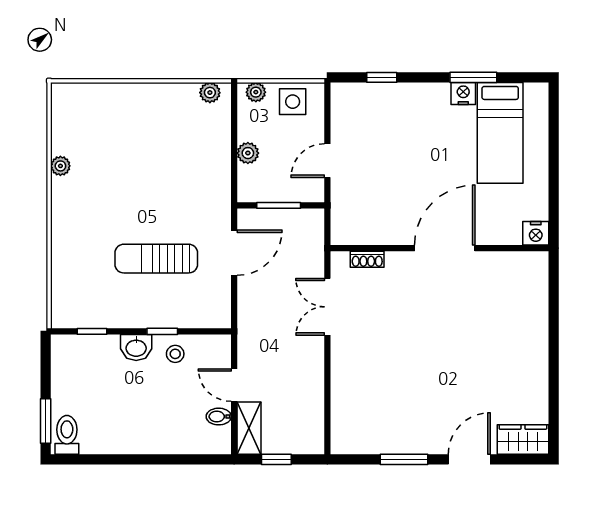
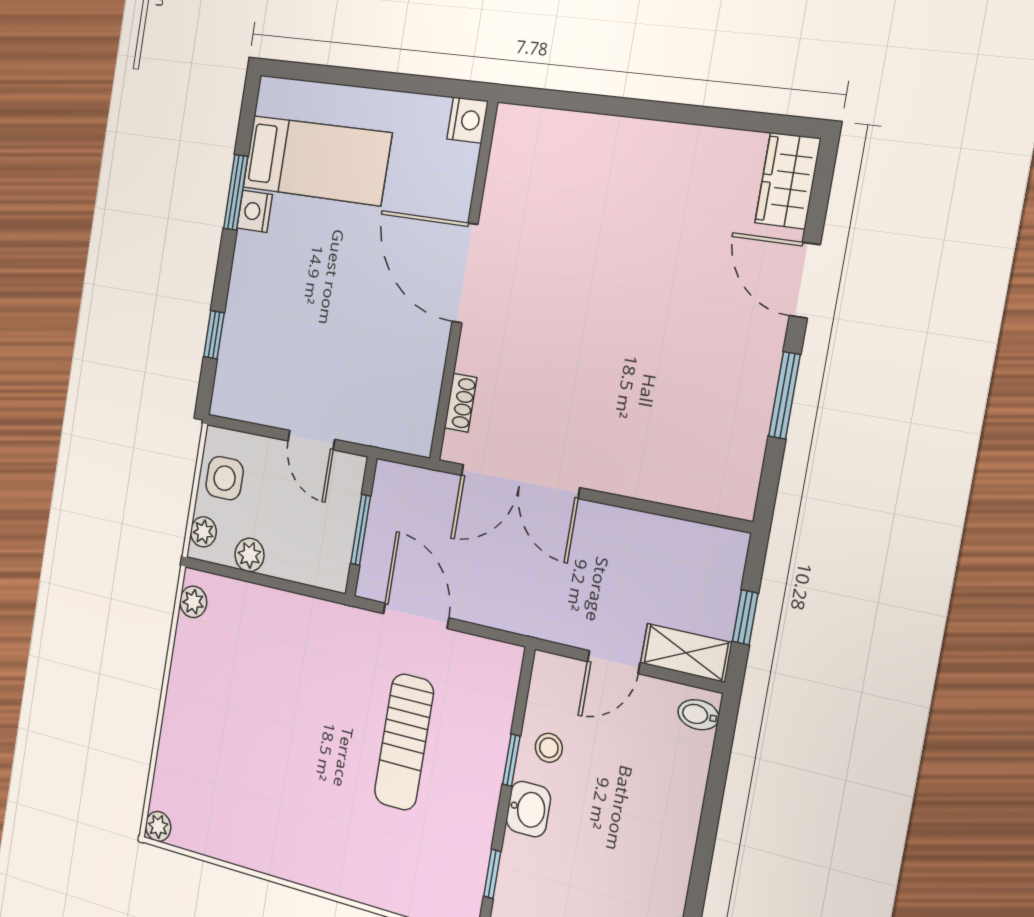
plant: (248, 153) -> (249, 555), moved
plant: (60, 166) -> (158, 826), moved
double door: (327, 307) -> (520, 481), width x1.37
bidet: (219, 417) -> (698, 715), moved, turned 90

